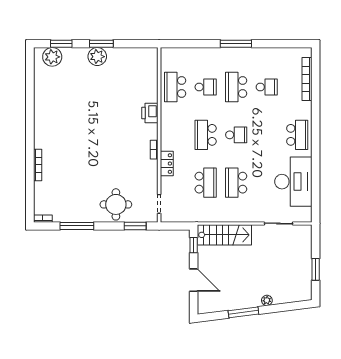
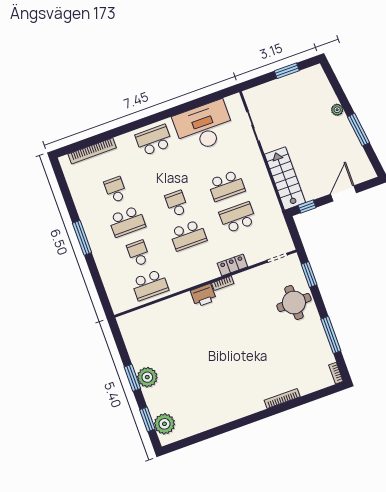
printer: (150, 113) -> (203, 295), moved

